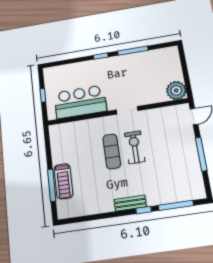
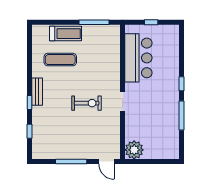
exercise mat: (112, 151) -> (60, 60), moved
treadmill: (63, 181) -> (65, 34), turned 180
window: (52, 185) -> (94, 22), moved
window: (176, 205) -> (29, 131), width x0.46

